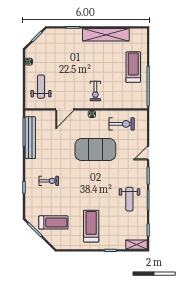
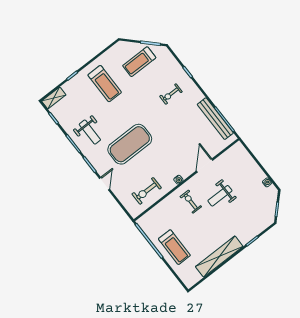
weight bench: (41, 87) -> (220, 196), moved, turned 90
exercise mat: (95, 150) -> (130, 144), moved
weight bench: (129, 199) -> (90, 132), turned 180

